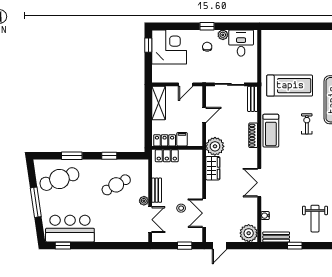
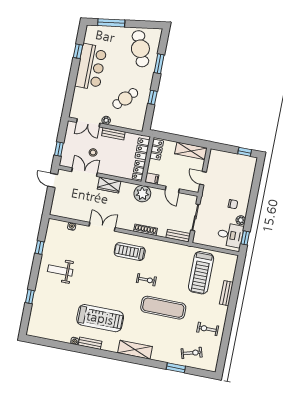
window: (207, 26) -> (245, 238), moved
corner desk: (169, 47) -> (239, 170), removed
treadmill: (290, 86) -> (201, 273), moved
treadmill: (271, 131) -> (130, 252), moved
filing cabinet: (182, 139) -> (152, 178), moved
locker: (191, 155) -> (139, 170), added
wardrobe: (213, 168) -> (109, 185), moved
cafe table: (116, 185) -> (125, 98), turned 73
window: (36, 202) -> (111, 23), moved
bar counter: (70, 229) -> (91, 67), moved
plant: (249, 233) -> (59, 208), removed
bench: (276, 237) -> (226, 293), moved
window: (63, 246) -> (78, 51), moved

